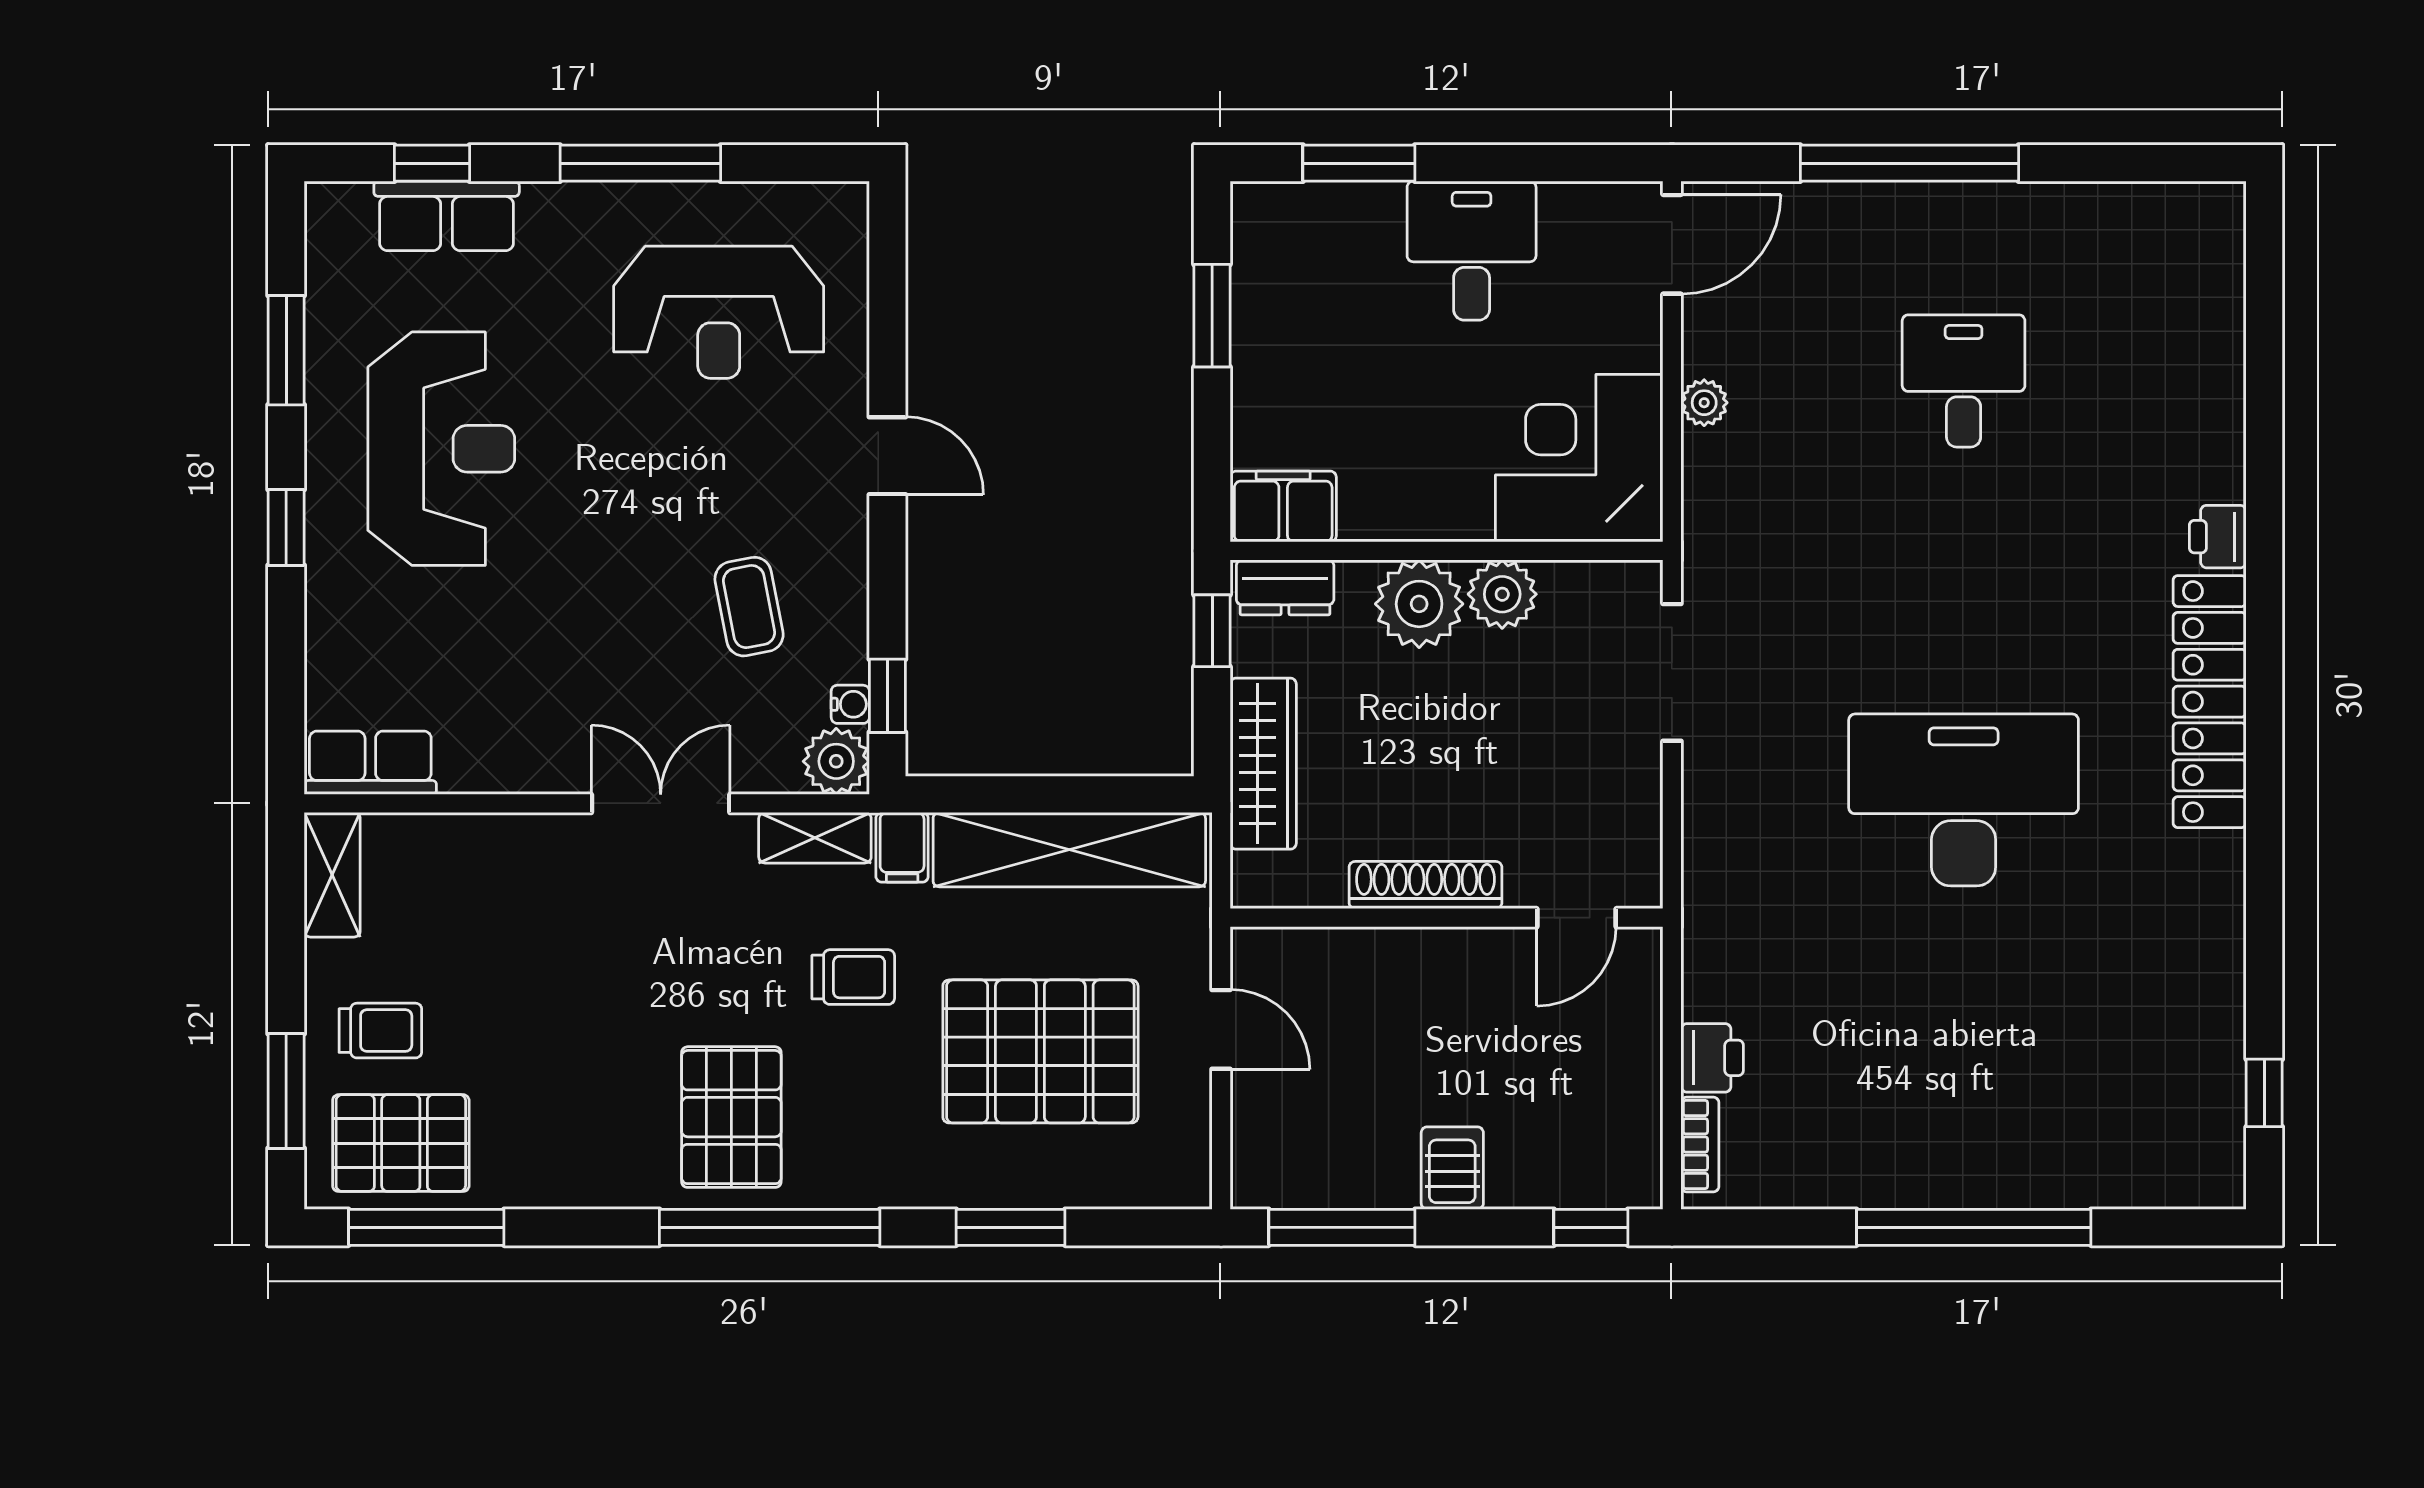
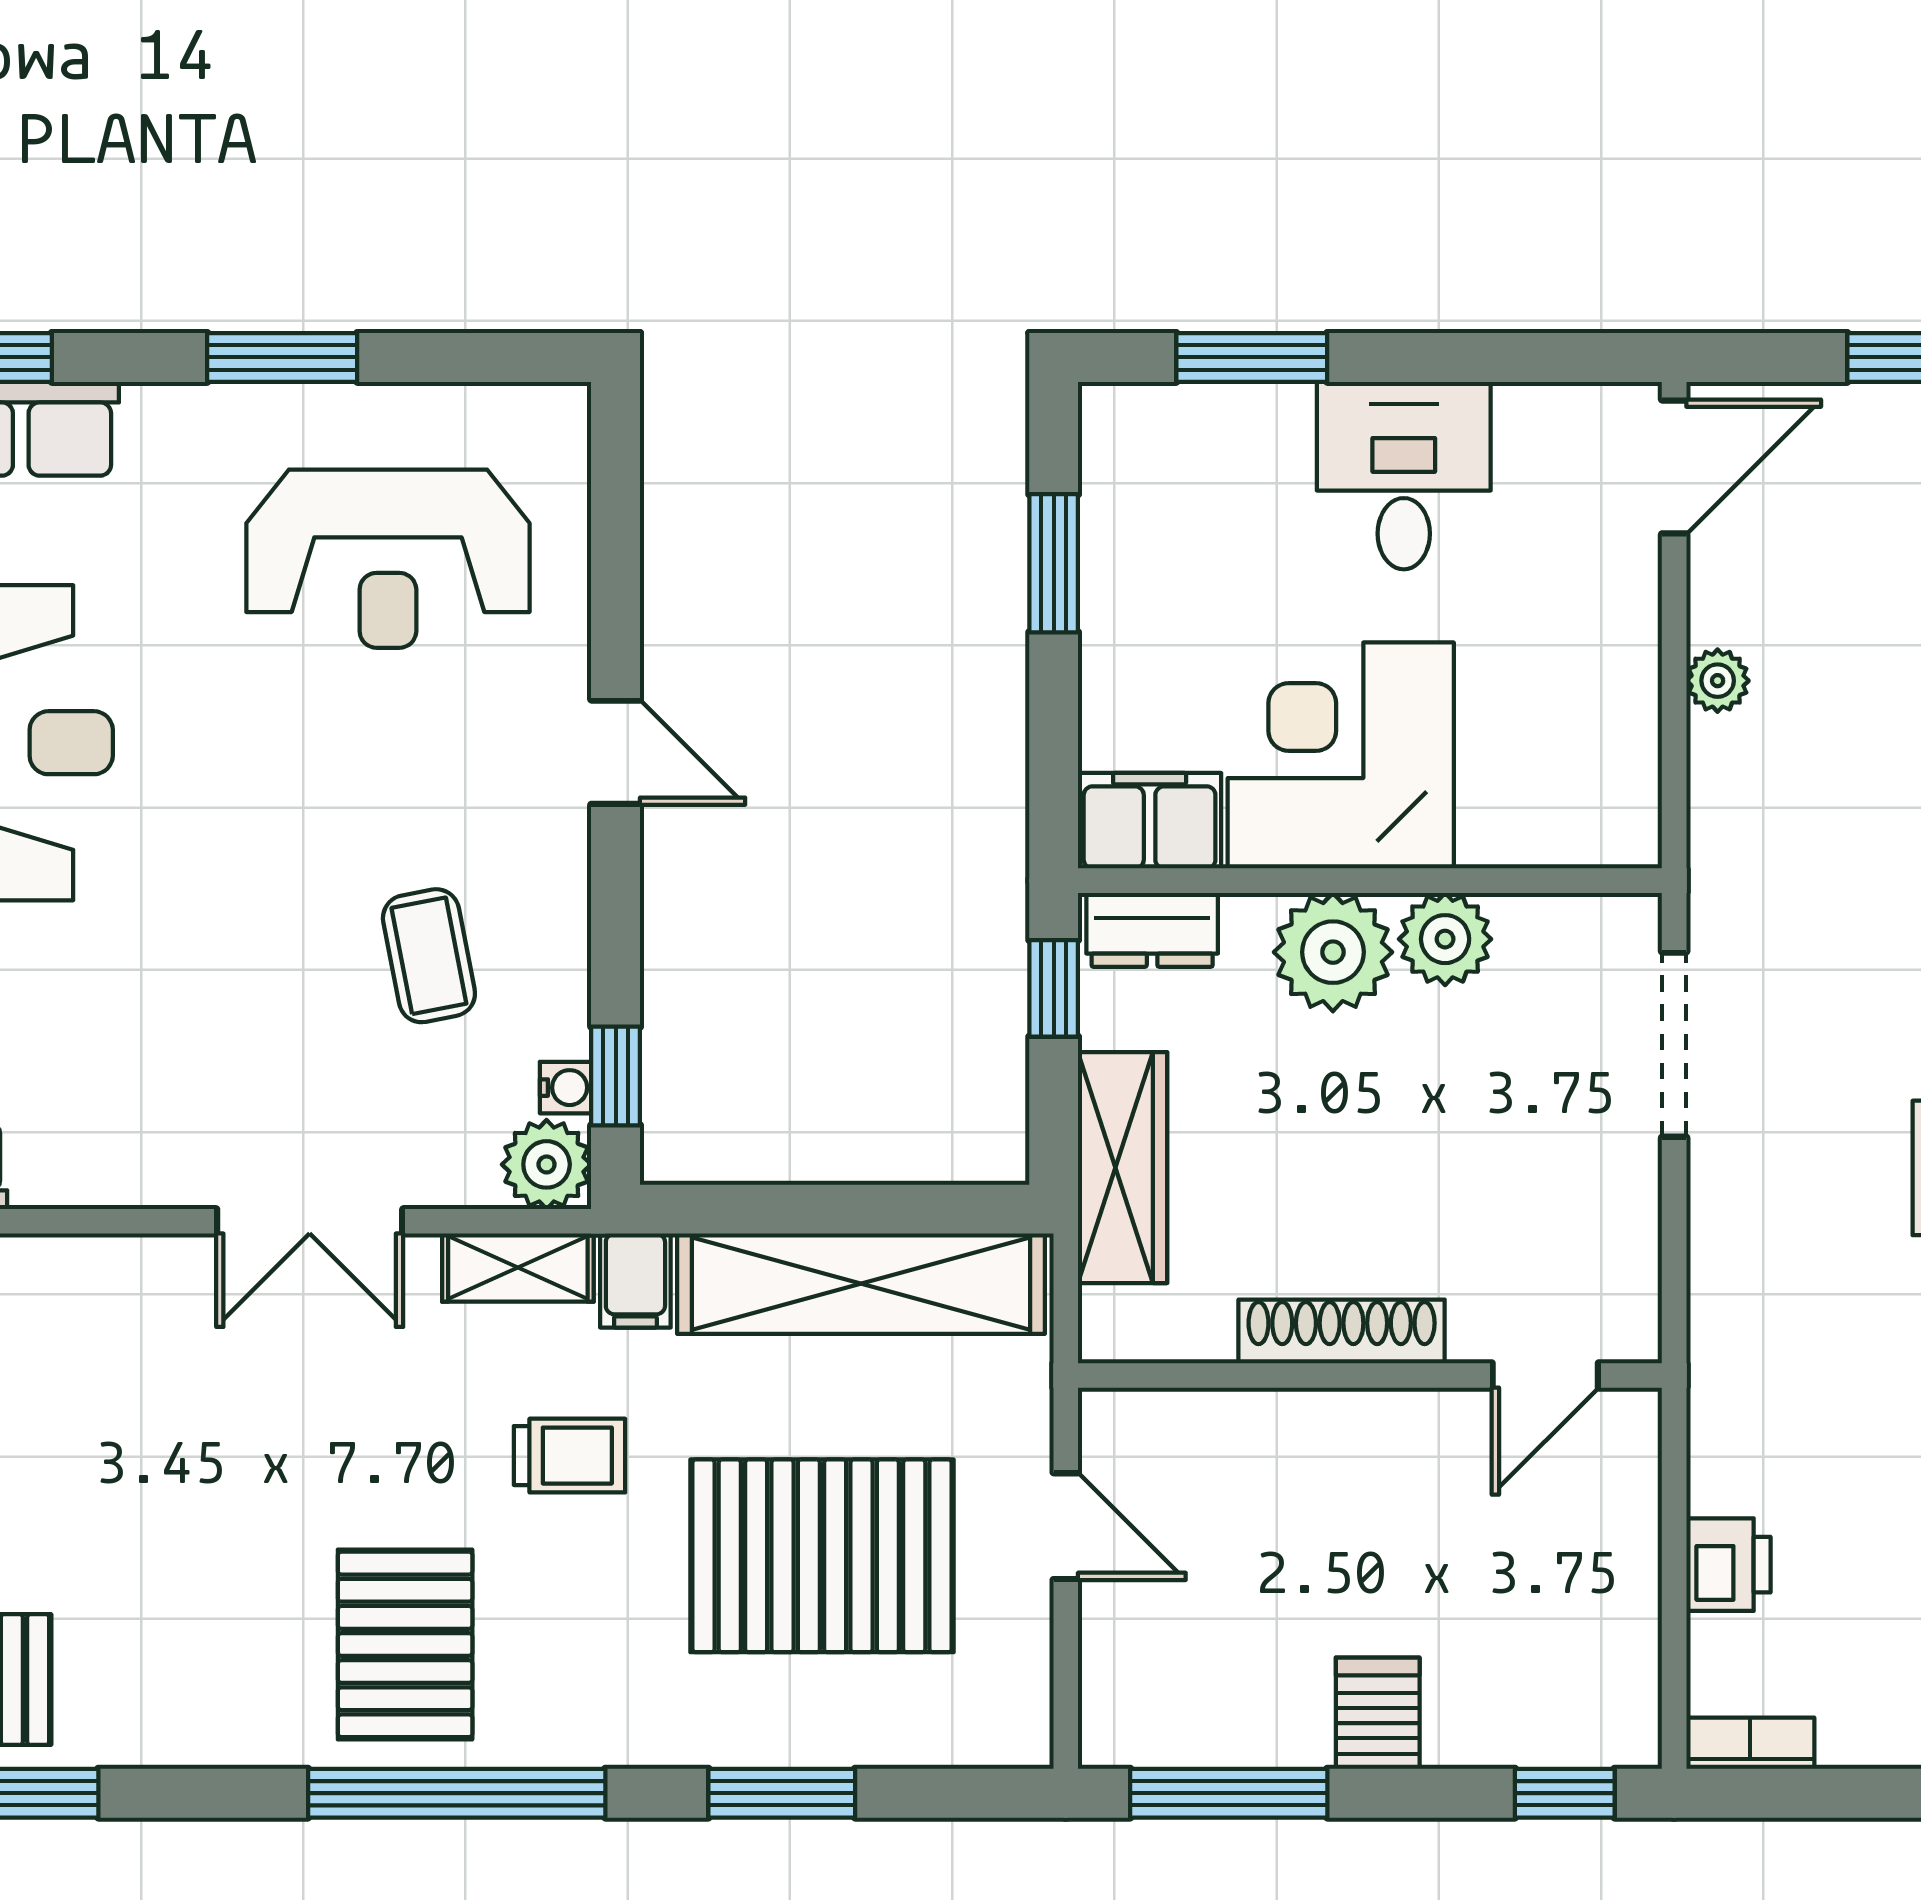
window: (640, 163) -> (282, 357), width x0.69
corner desk: (1579, 458) -> (1341, 755), moved
double door: (661, 803) -> (310, 1221), swing flipped
bookcase: (1700, 1144) -> (1750, 1743), moved, turned -90

